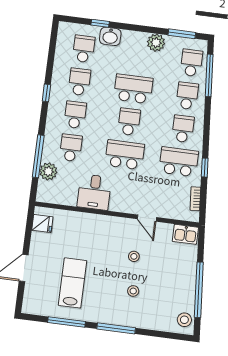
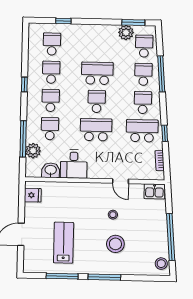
washbasin: (110, 36) -> (51, 170), moved, turned 180
plant: (156, 43) -> (126, 33), moved
window: (209, 75) -> (161, 74), moved
stool: (133, 291) -> (115, 244), width x1.89, depth x1.89

